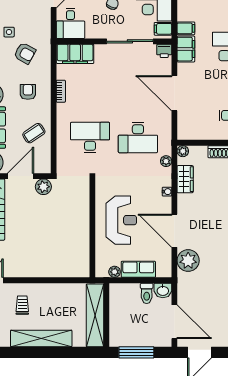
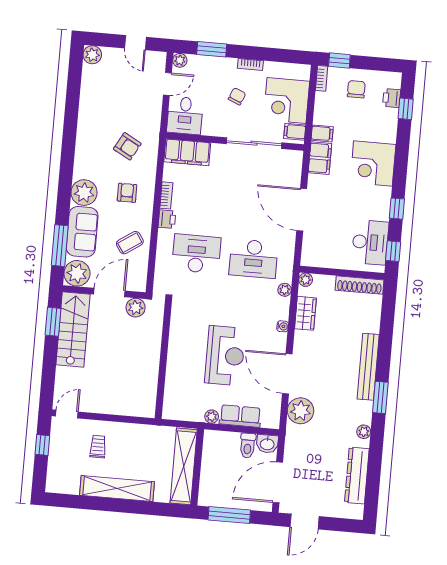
side table: (9, 32) -> (111, 119), removed
printer: (164, 51) -> (167, 219), moved, turned -90
wall: (92, 228) -> (163, 360), moved
door: (174, 322) -> (278, 482), swing flipped

